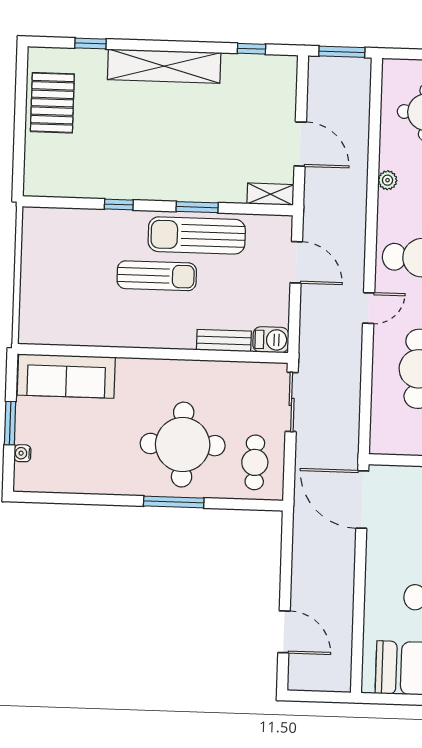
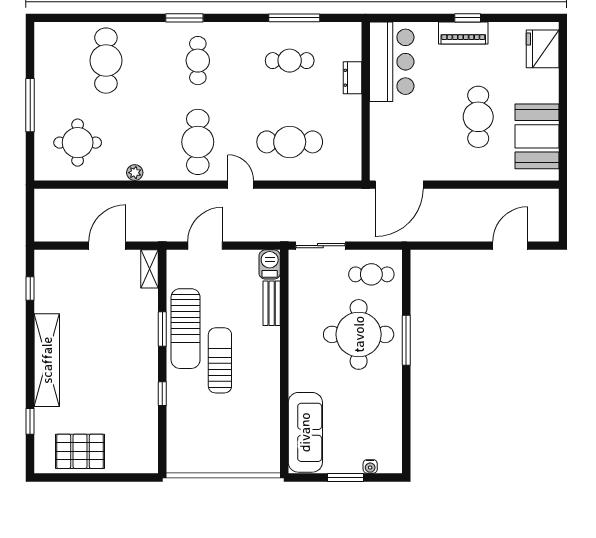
window: (342, 52) -> (30, 214), removed

